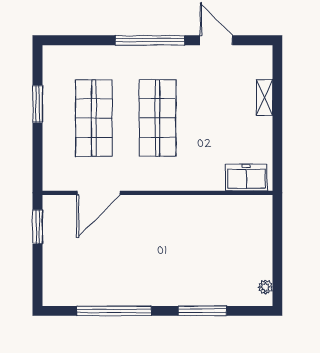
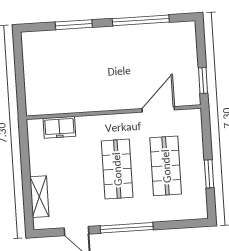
shelving: (265, 97) -> (39, 197), width x1.50, depth x1.33
freezer: (246, 178) -> (59, 127), moved
plant: (265, 287) -> (27, 46), removed

